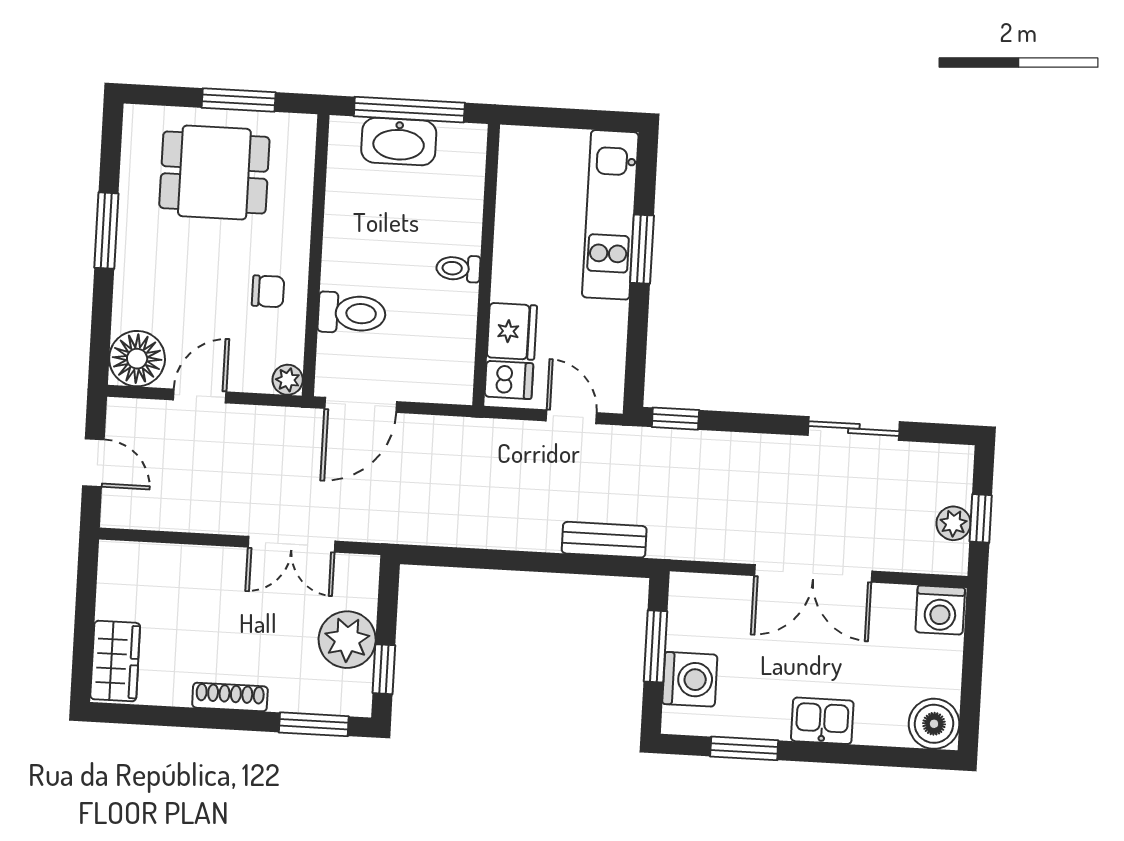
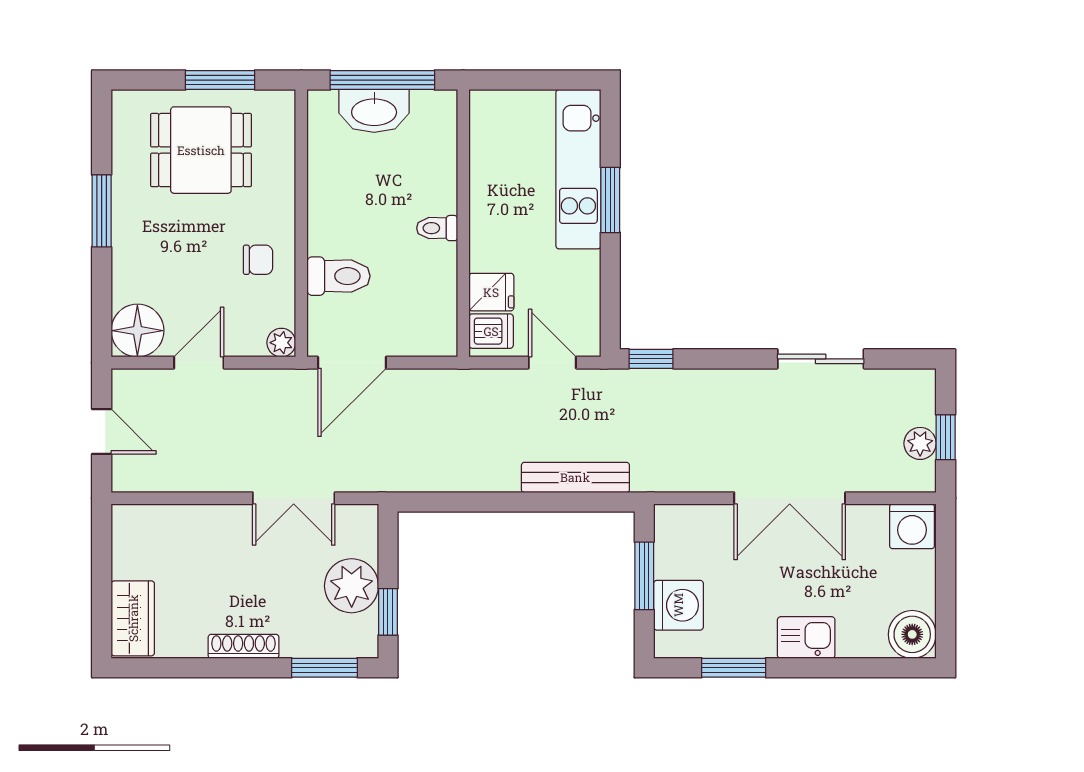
fridge: (512, 331) -> (491, 292), width x0.72
bench: (604, 540) -> (575, 477), width x1.36

